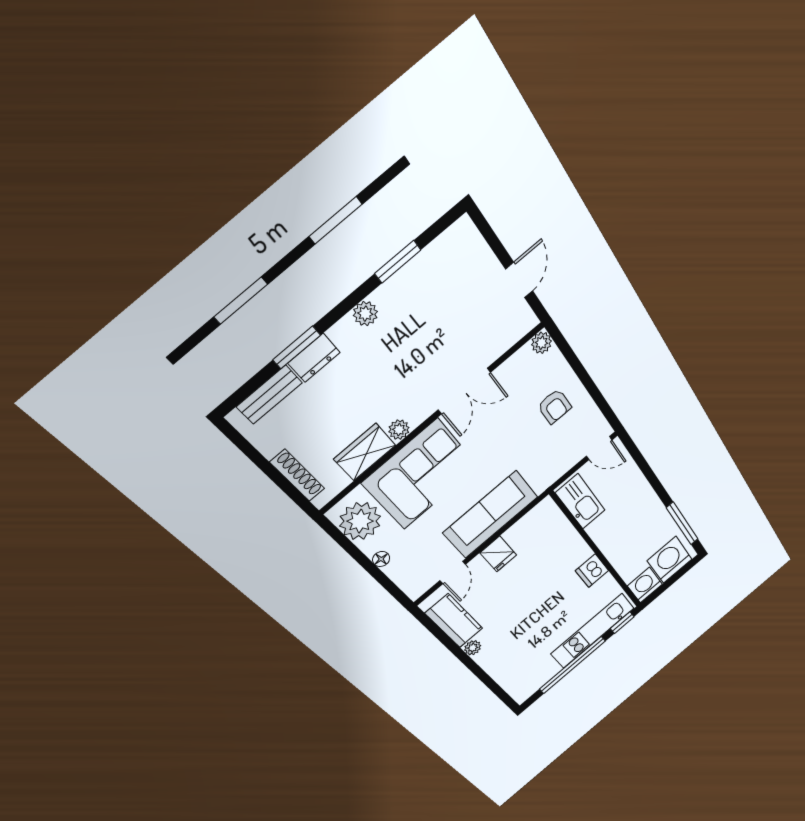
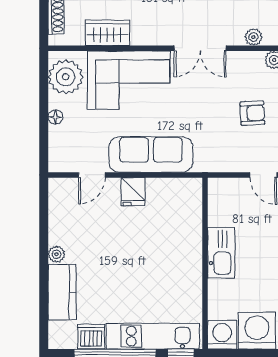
armchair: (555, 406) -> (252, 113), turned -93
plant: (399, 430) -> (253, 37), moved
kitchen sink: (580, 502) -> (221, 253), moved
dishwasher: (592, 571) -> (91, 337), moved, turned 90
kitchen counter: (454, 621) -> (62, 292), moved

